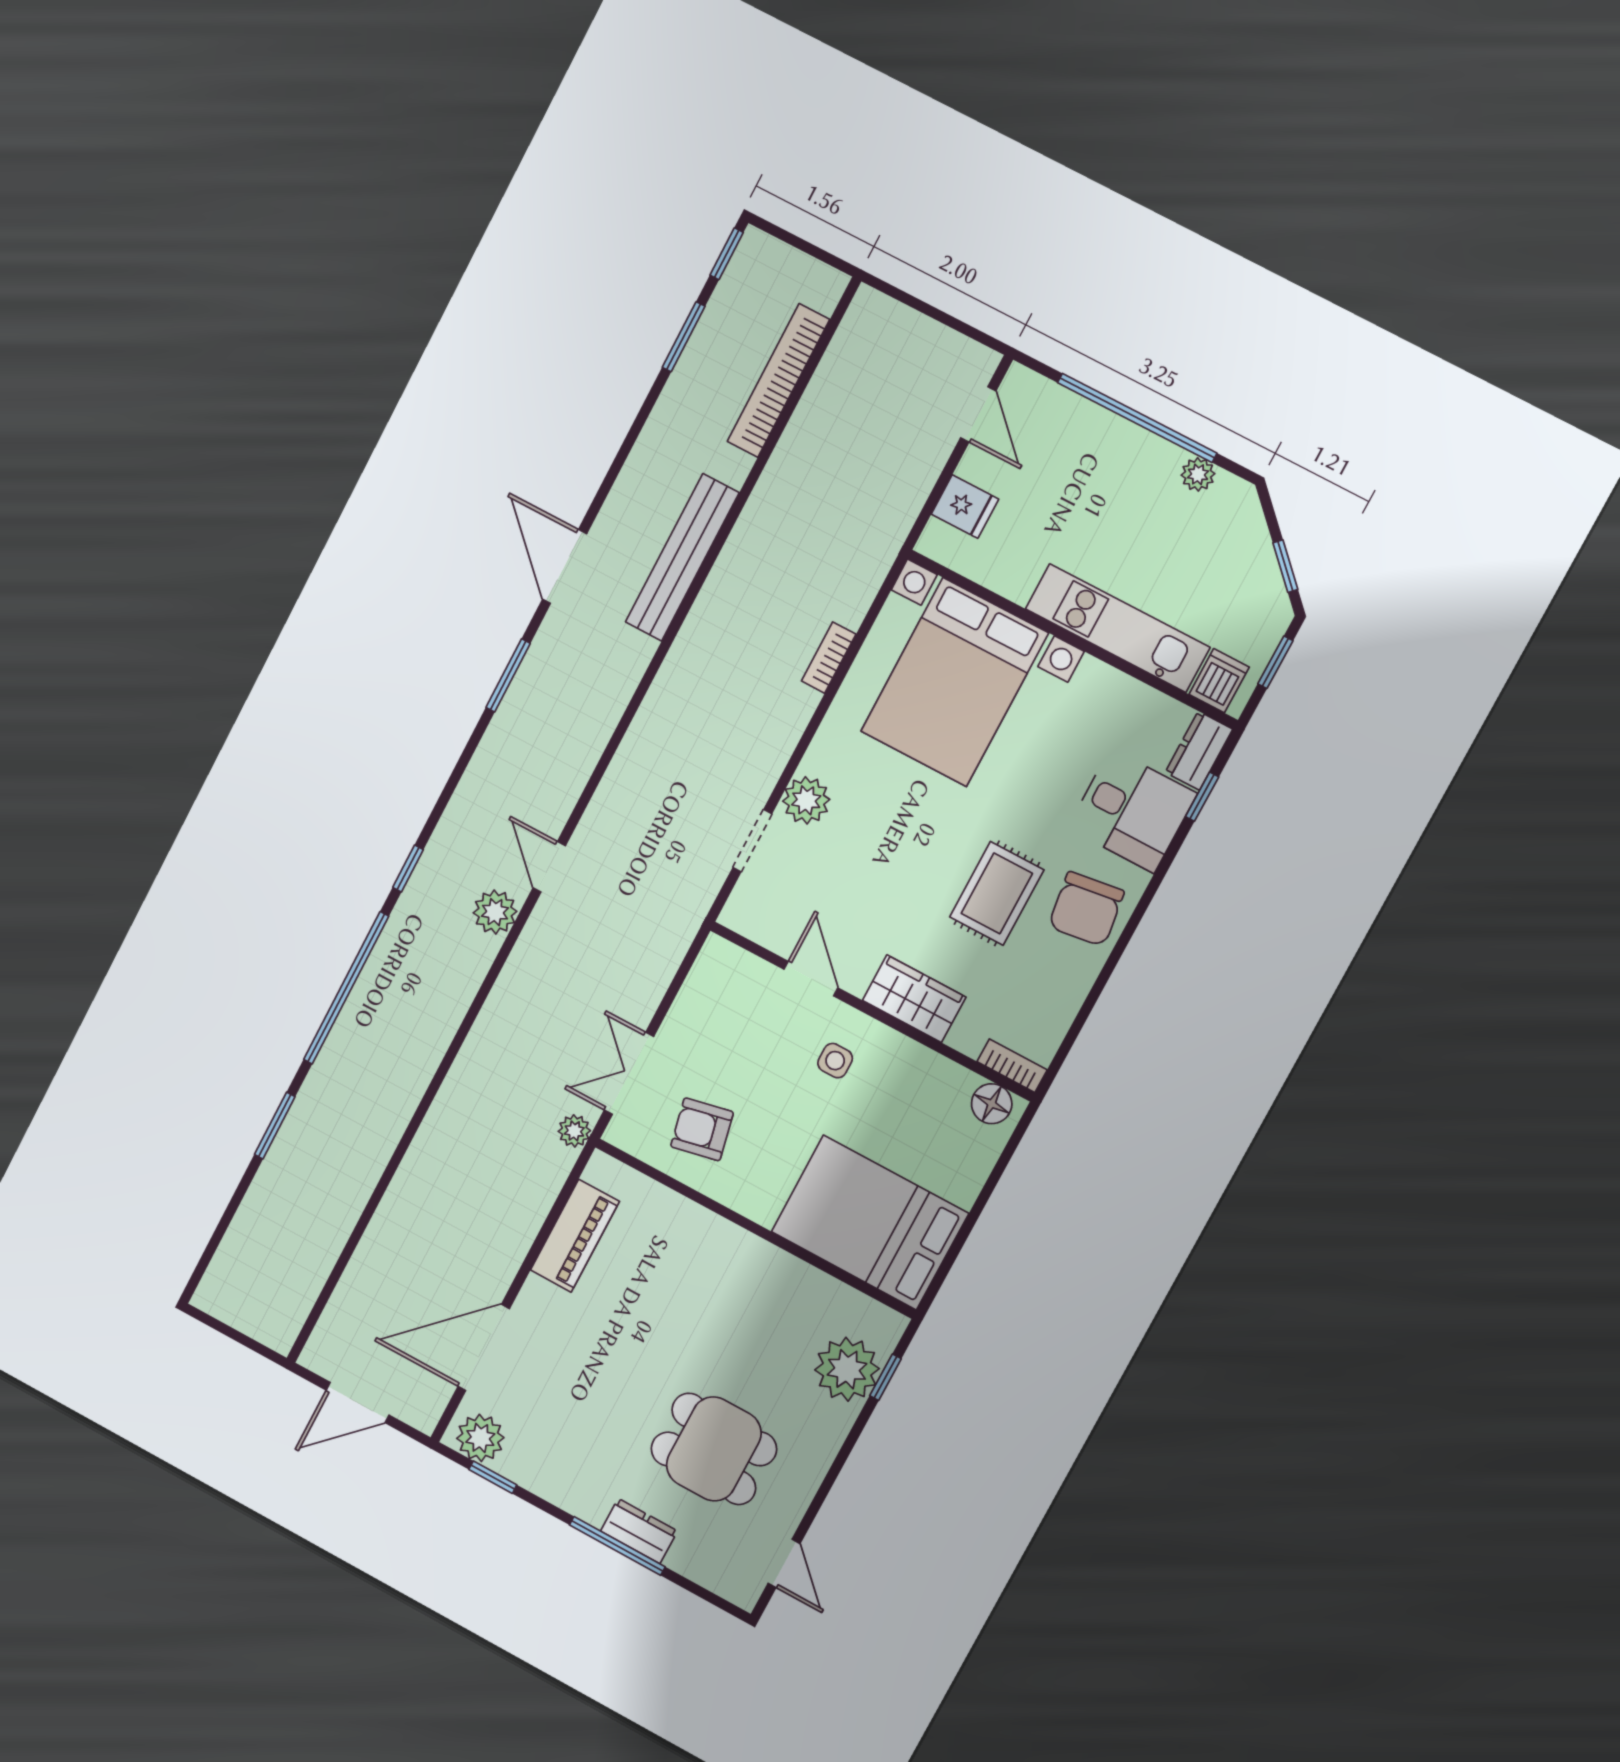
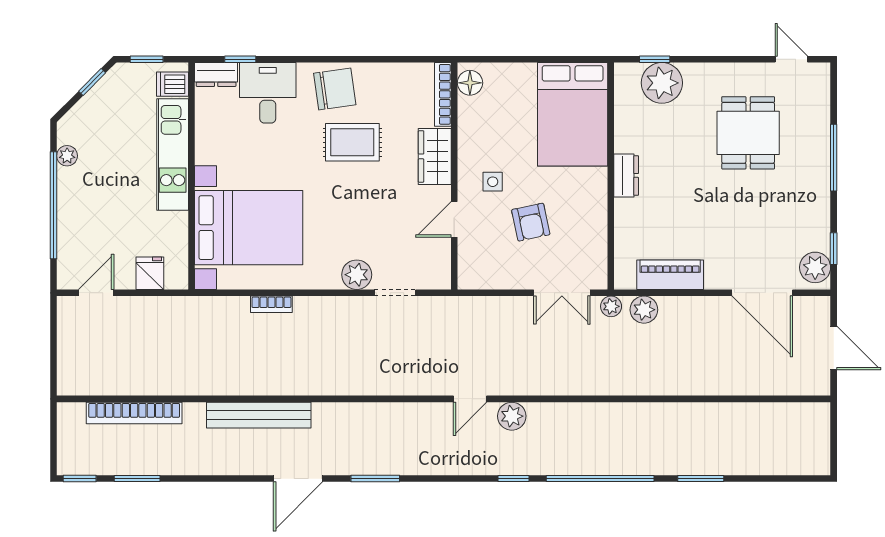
bookcase: (1012, 1066) -> (443, 94), width x1.56
armchair: (702, 1129) -> (531, 222), moved
plant: (546, 1174) -> (644, 310), added
dresser: (639, 1531) -> (626, 175), moved, turned 180
door: (784, 1563) -> (791, 59), hinge flipped

